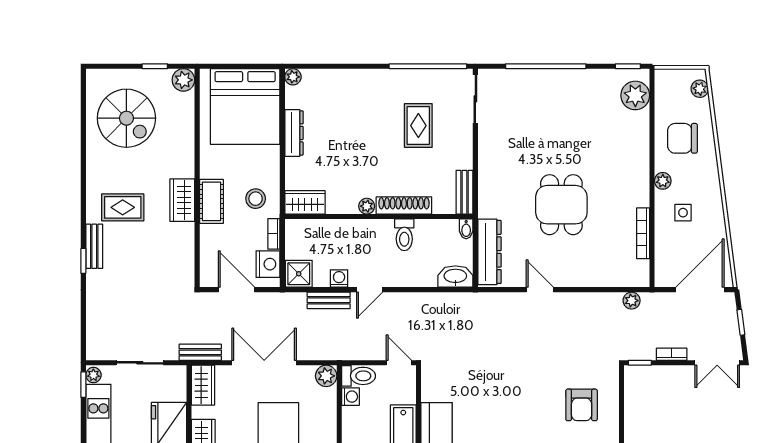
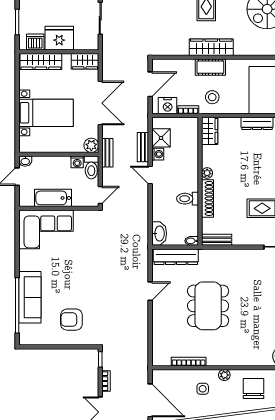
wardrobe: (182, 200) -> (211, 47), width x1.50
dining table: (561, 205) -> (208, 306), width x1.38
shower: (299, 274) -> (161, 138), moved
plant: (632, 301) -> (143, 354), removed
bench: (200, 352) -> (107, 153), moved

